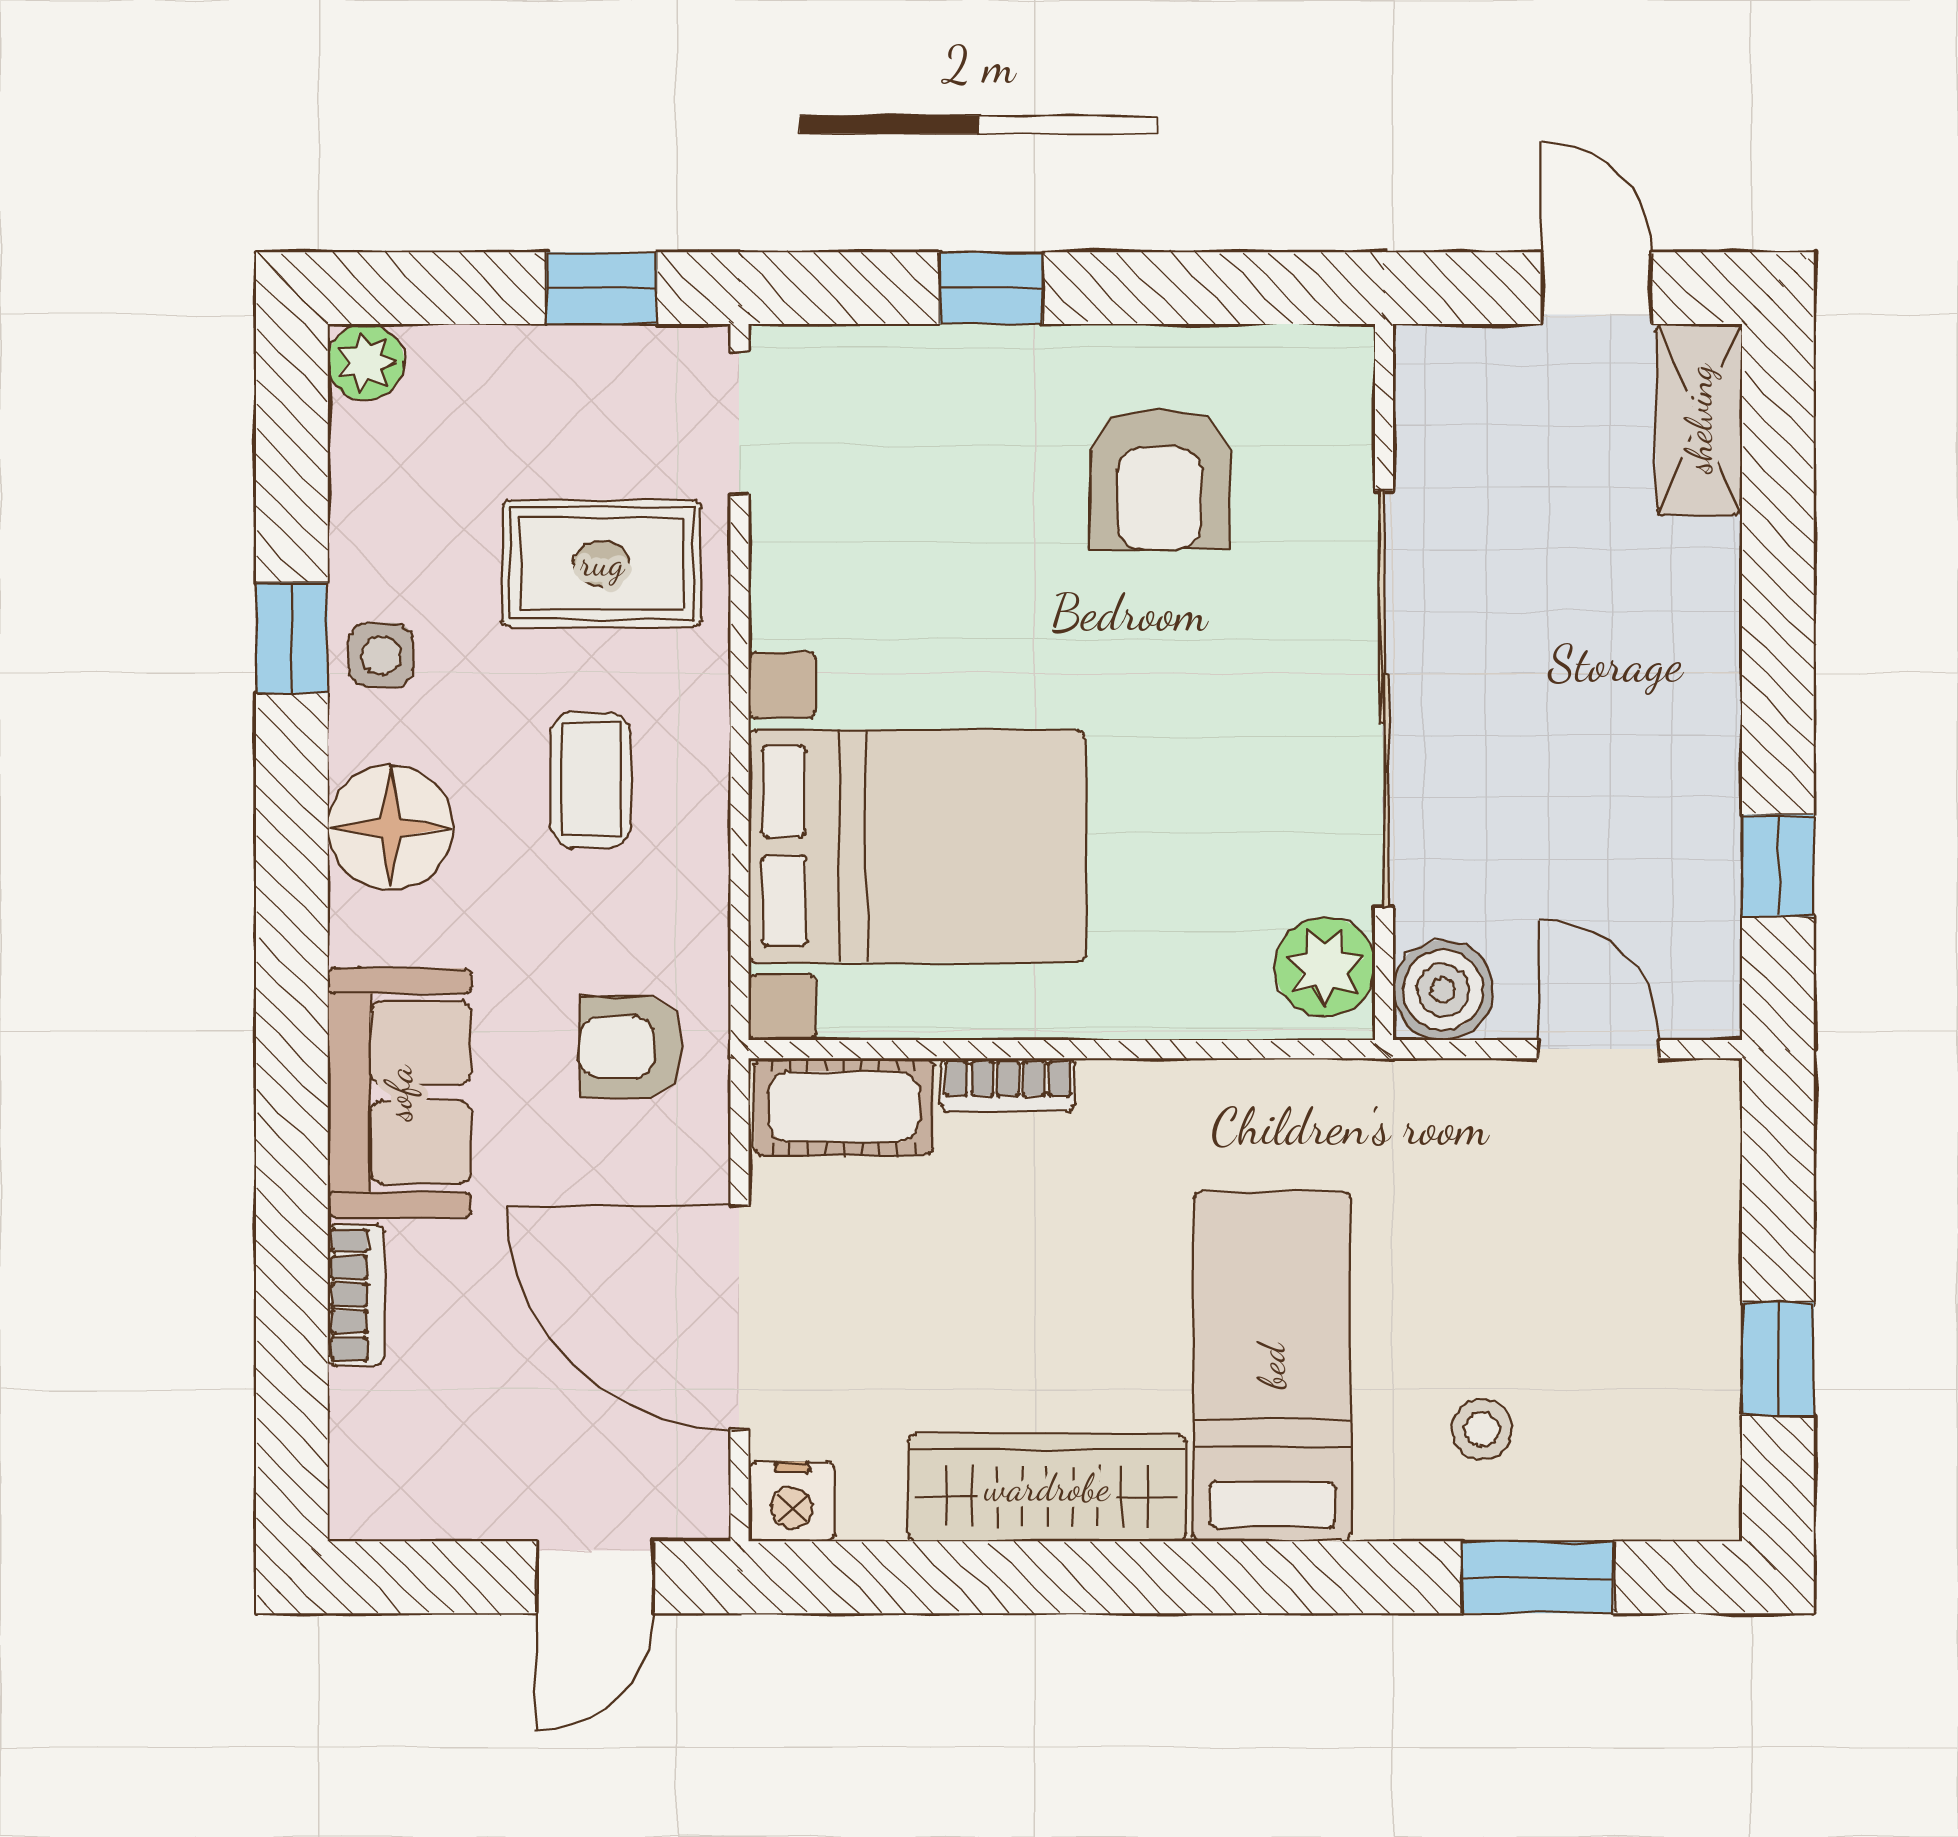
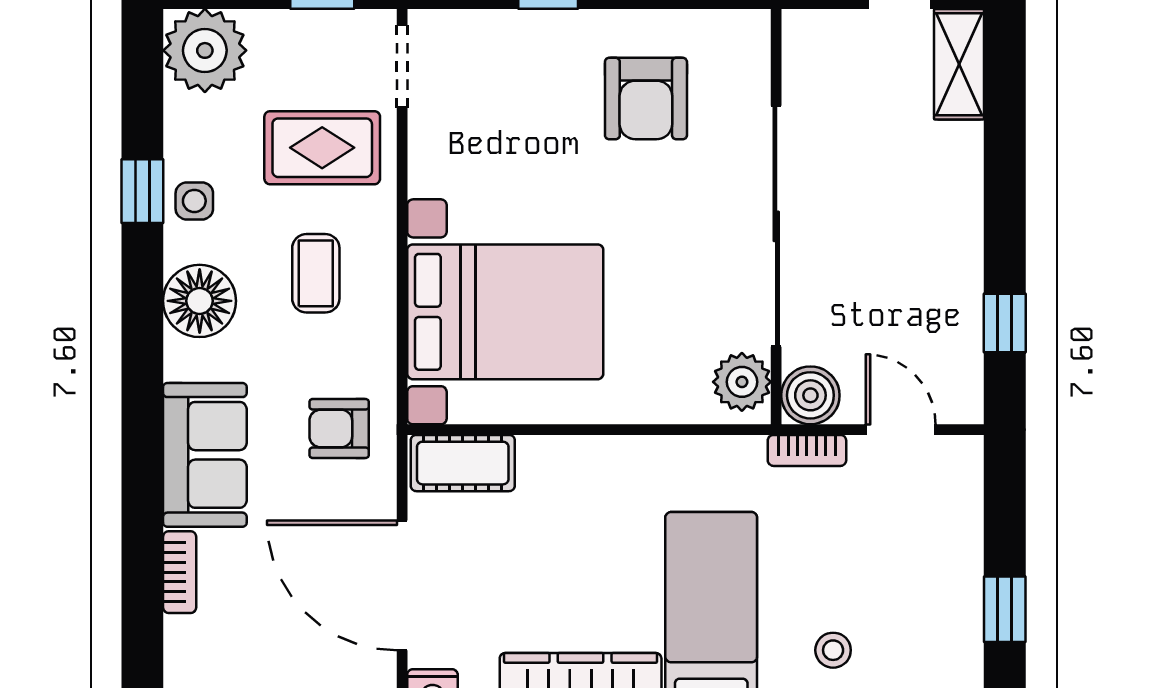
plant: (366, 362) -> (205, 50), width x1.87, depth x1.87
bookcase: (1008, 1085) -> (807, 450), moved

